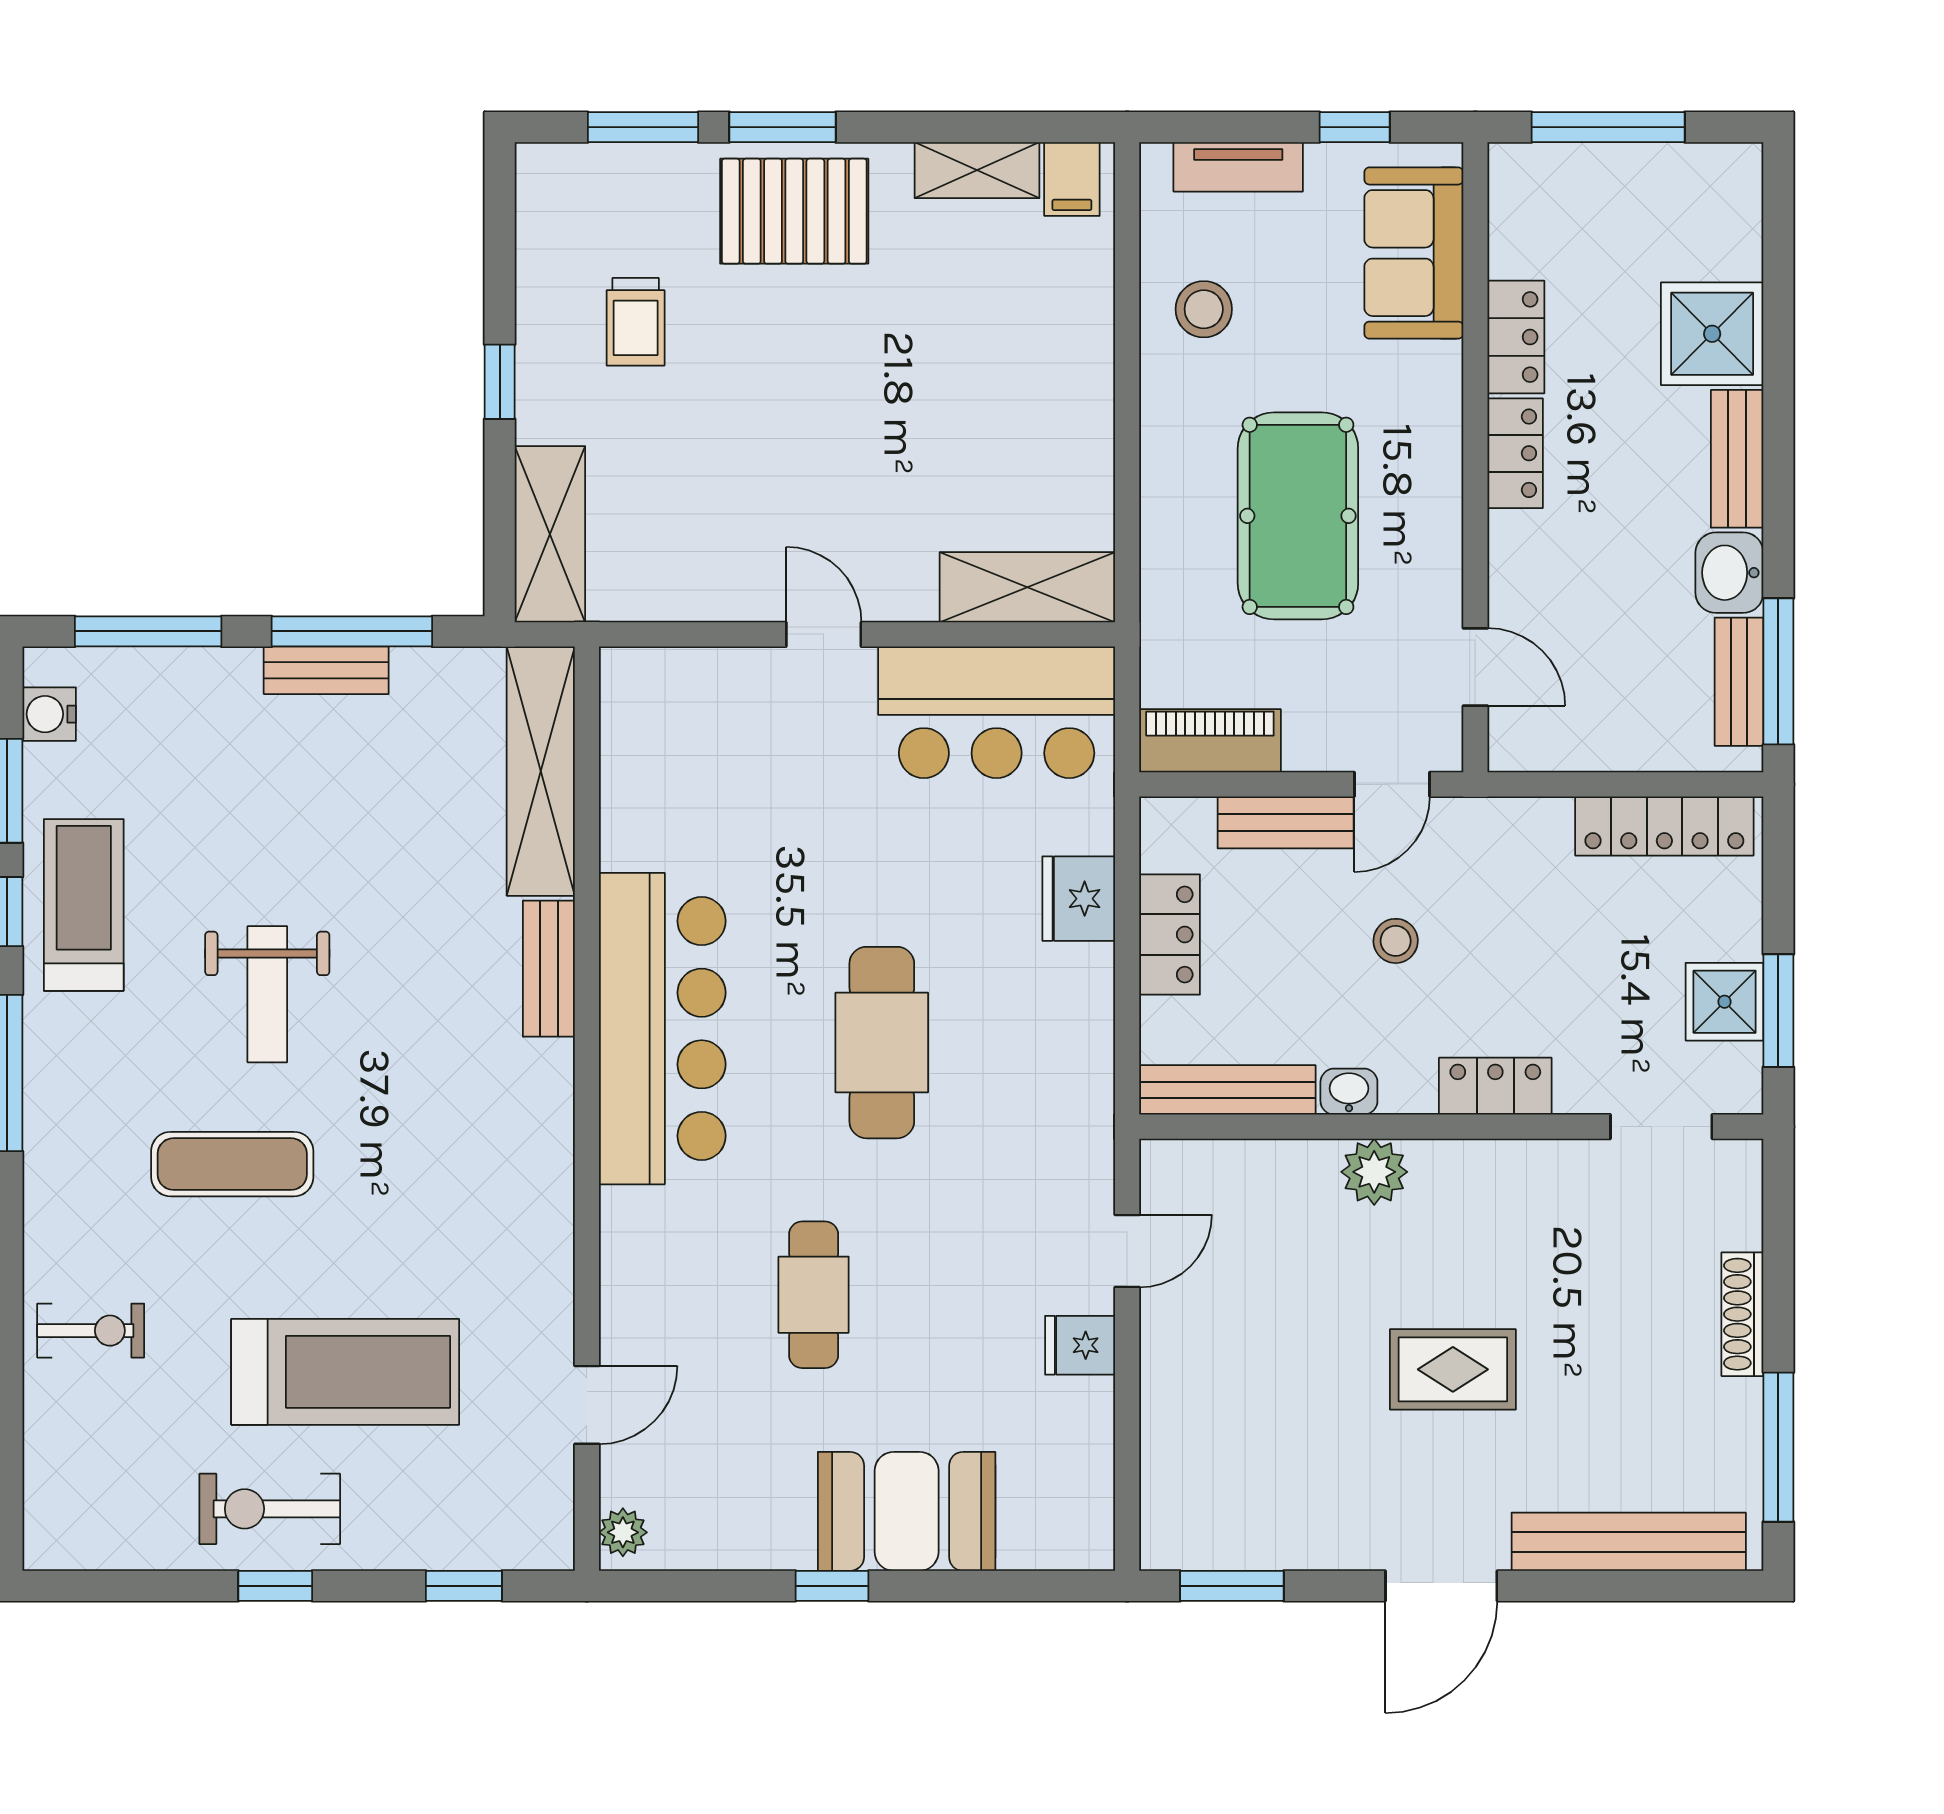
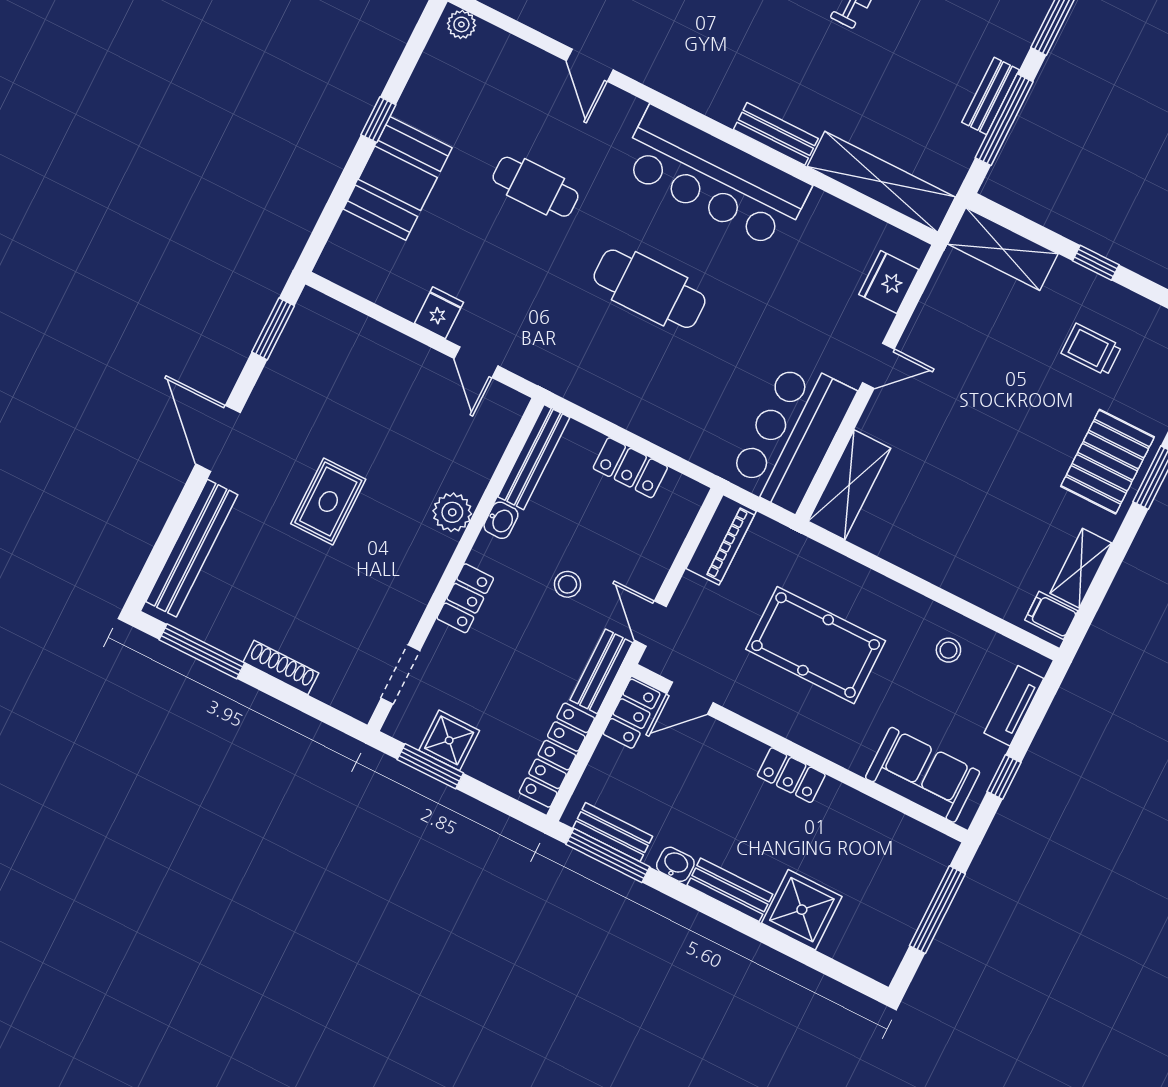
stool: (1204, 309) -> (948, 650), width x0.73, depth x0.73
locker: (1516, 337) -> (632, 714), moved, turned -90
washbasin: (1729, 573) -> (675, 864), width x0.72, depth x0.69
bench: (1286, 822) -> (601, 671), moved
fridge: (1079, 899) -> (889, 282), moved, turned -90
door: (587, 1405) -> (590, 65), moved

